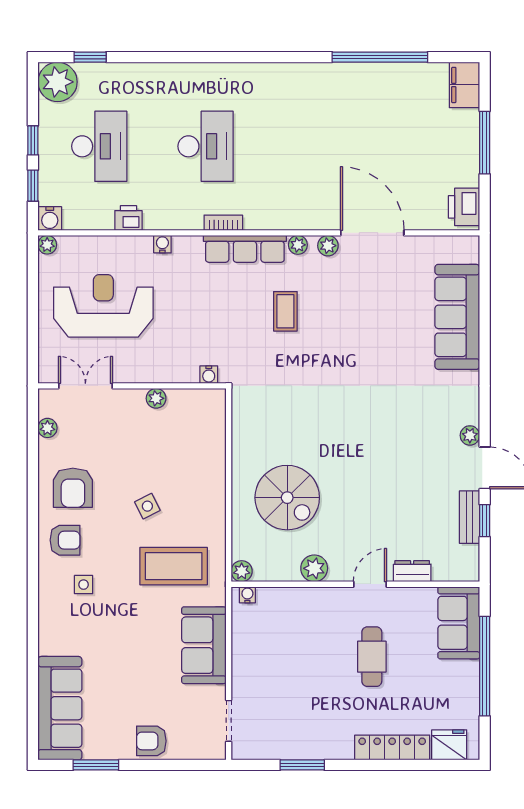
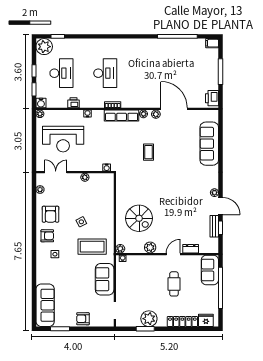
filing cabinet: (464, 85) -> (212, 43), width x0.50
reception desk: (103, 306) -> (63, 139), turned 180
coffee table: (285, 311) -> (149, 152), moved
plant: (311, 741) -> (149, 319), added

